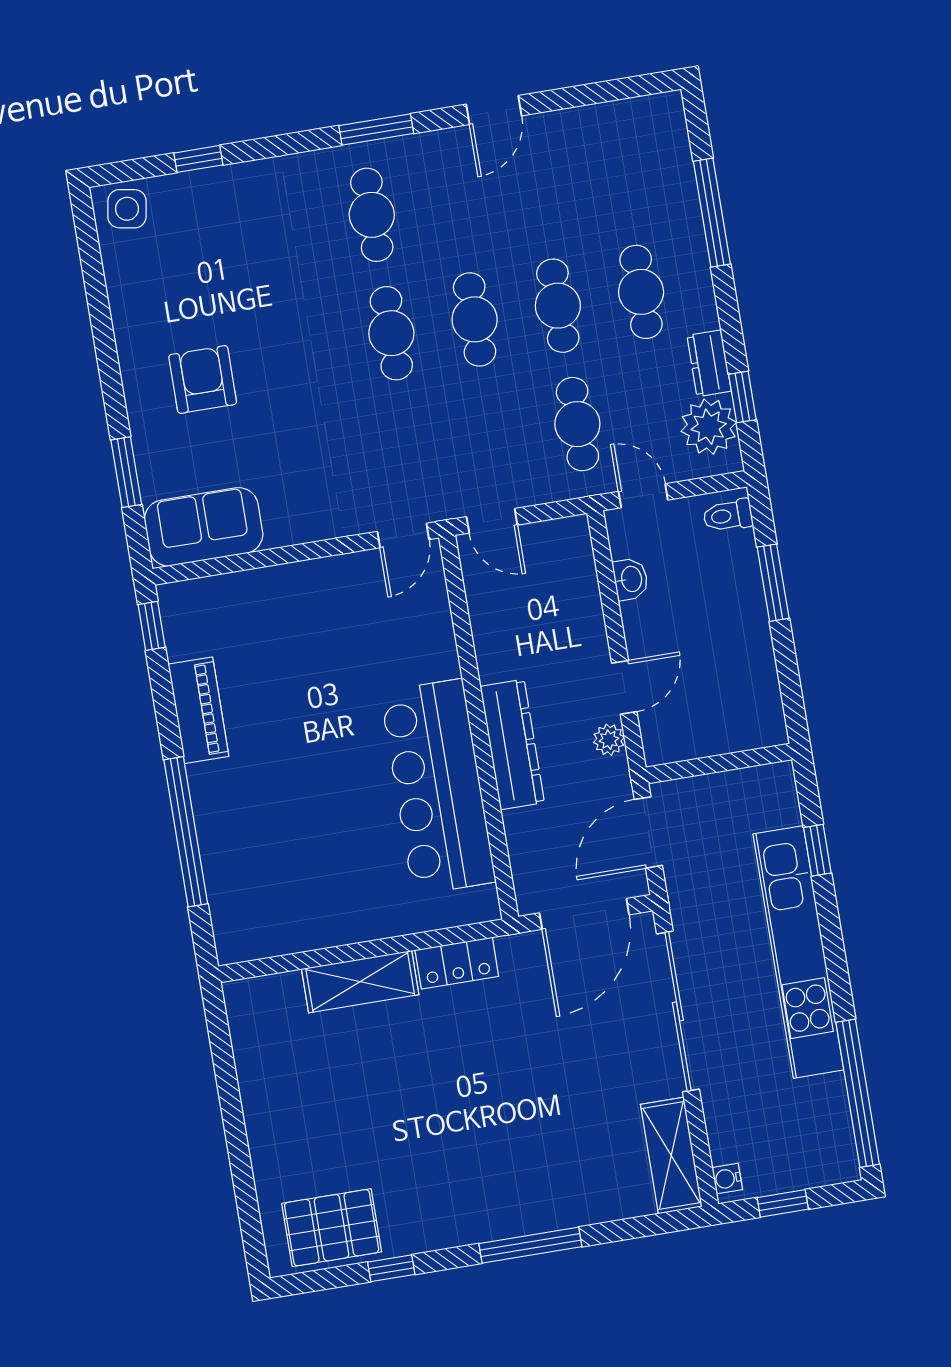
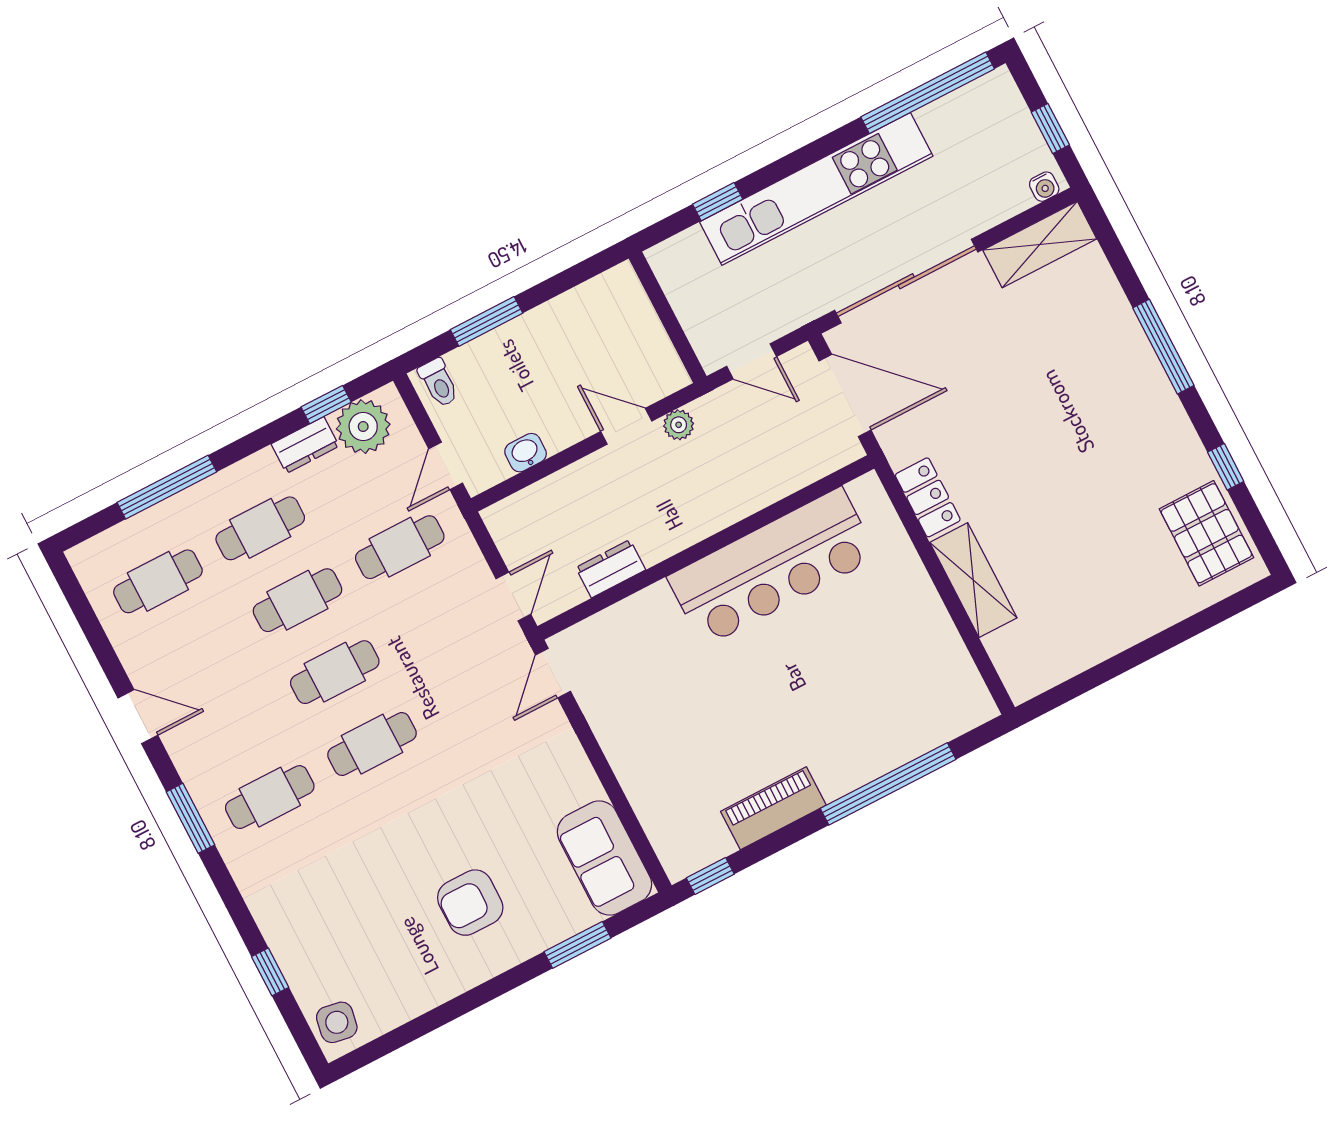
cafe table: (621, 174) -> (158, 581), added
door: (403, 535) -> (553, 673), swing flipped
dresser: (512, 744) -> (611, 569), moved, width x0.51, depth x0.80
door: (648, 832) -> (752, 361), width x0.73

